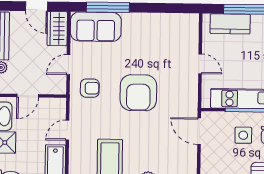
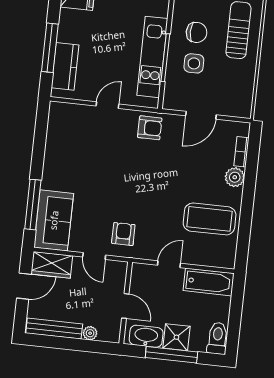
armchair: (138, 93) -> (150, 128), moved, width x0.53, depth x0.53
door: (67, 130) -> (169, 264), swing flipped
door: (199, 131) -> (201, 115), moved

